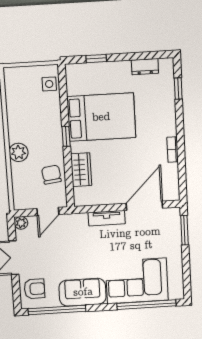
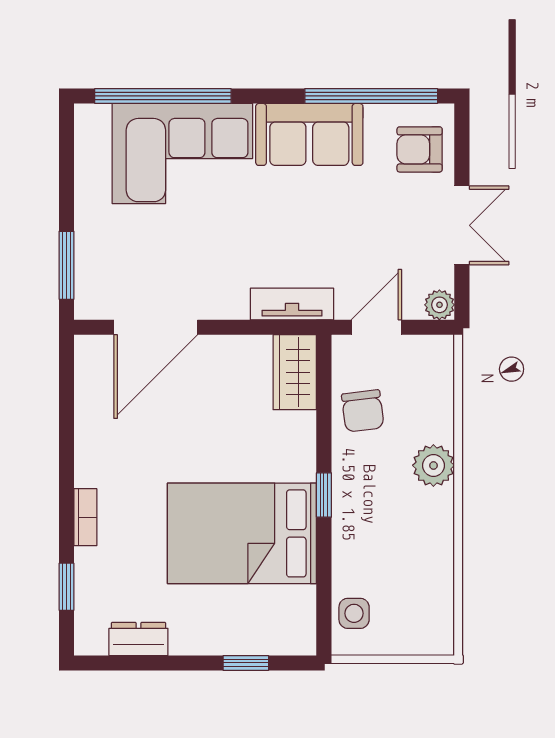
bookcase: (173, 150) -> (85, 517), moved
wardrobe: (81, 170) -> (295, 372), moved
tv unit: (107, 218) -> (292, 304), moved

